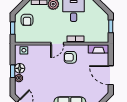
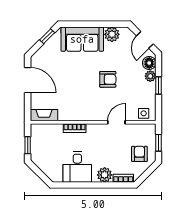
door: (57, 44) -> (116, 122), moved
armchair: (70, 57) -> (108, 79), moved
floor lamp: (20, 68) -> (149, 63), moved

